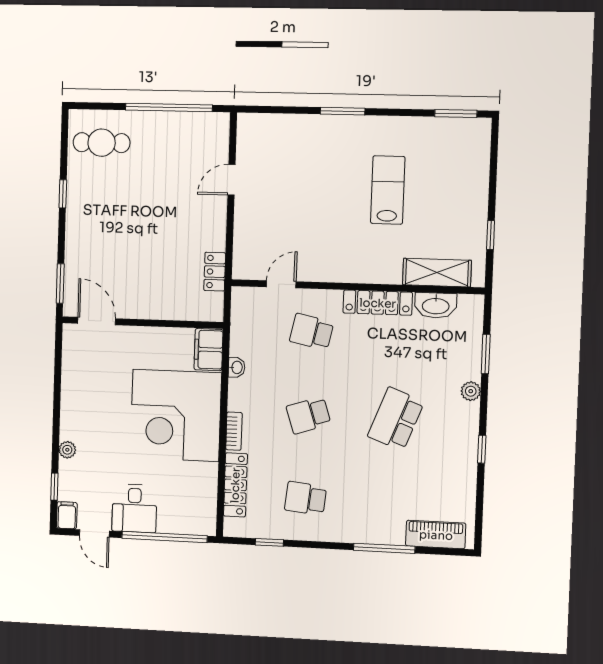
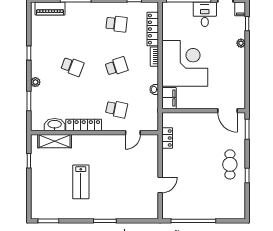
cafe table: (102, 143) -> (230, 164), moved, turned 90
school desk: (396, 419) -> (72, 66), width x0.54

